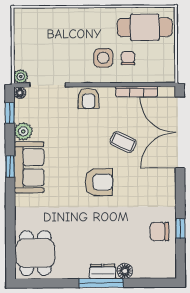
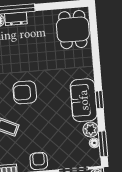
floor lamp: (20, 93) -> (94, 143), moved
window: (10, 113) -> (103, 144), width x1.50

